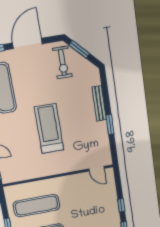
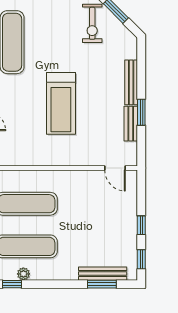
treadmill: (49, 128) -> (61, 103), turned 180
bench: (103, 134) -> (131, 124), added

